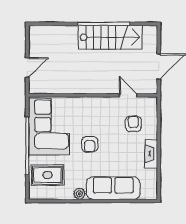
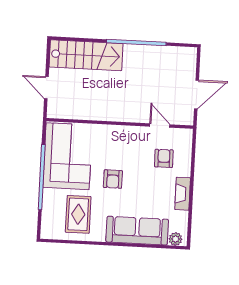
stairs: (110, 37) -> (86, 55), moved
door: (27, 67) -> (46, 88), swing flipped
rug: (47, 175) -> (78, 214), moved, turned 90
plant: (79, 194) -> (175, 239), moved

